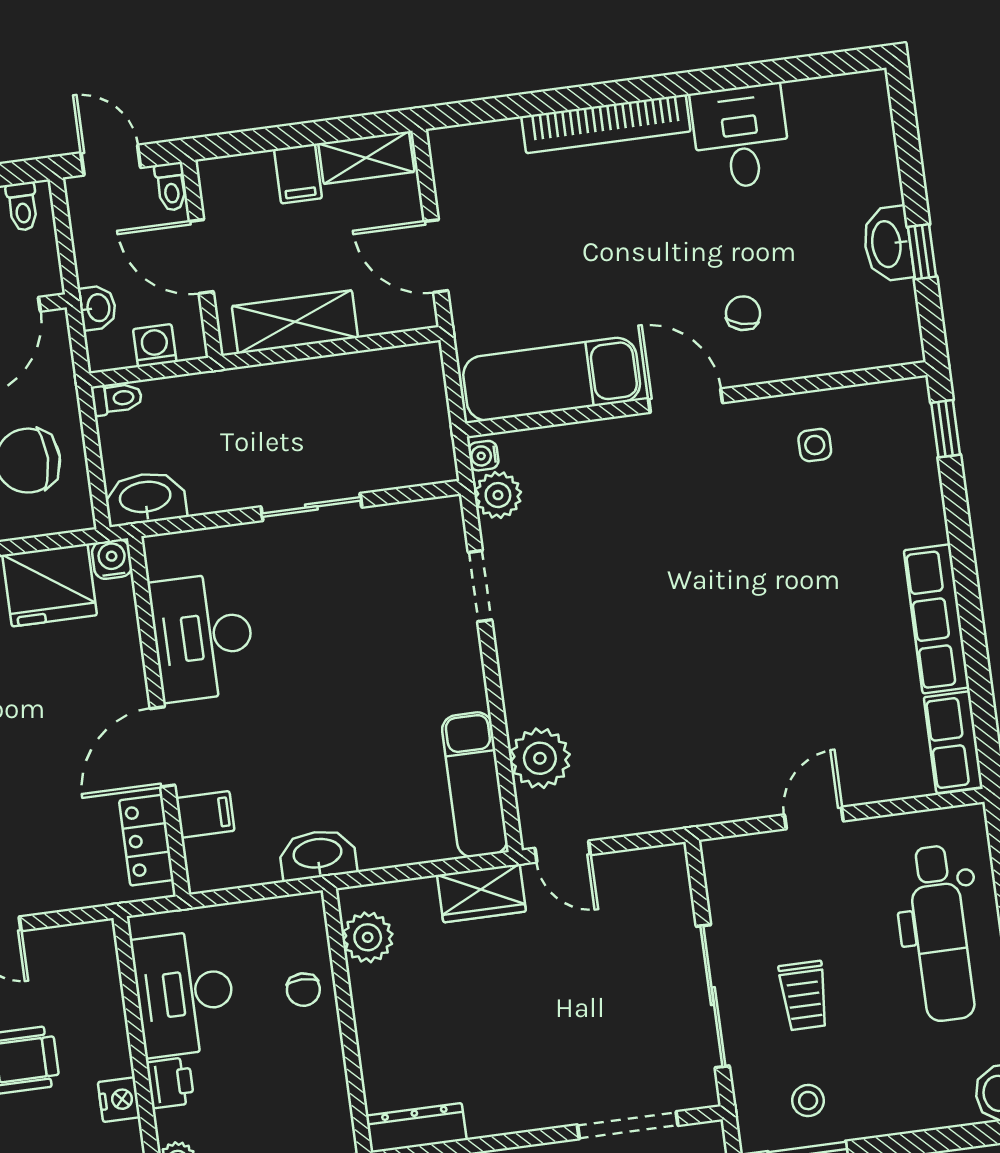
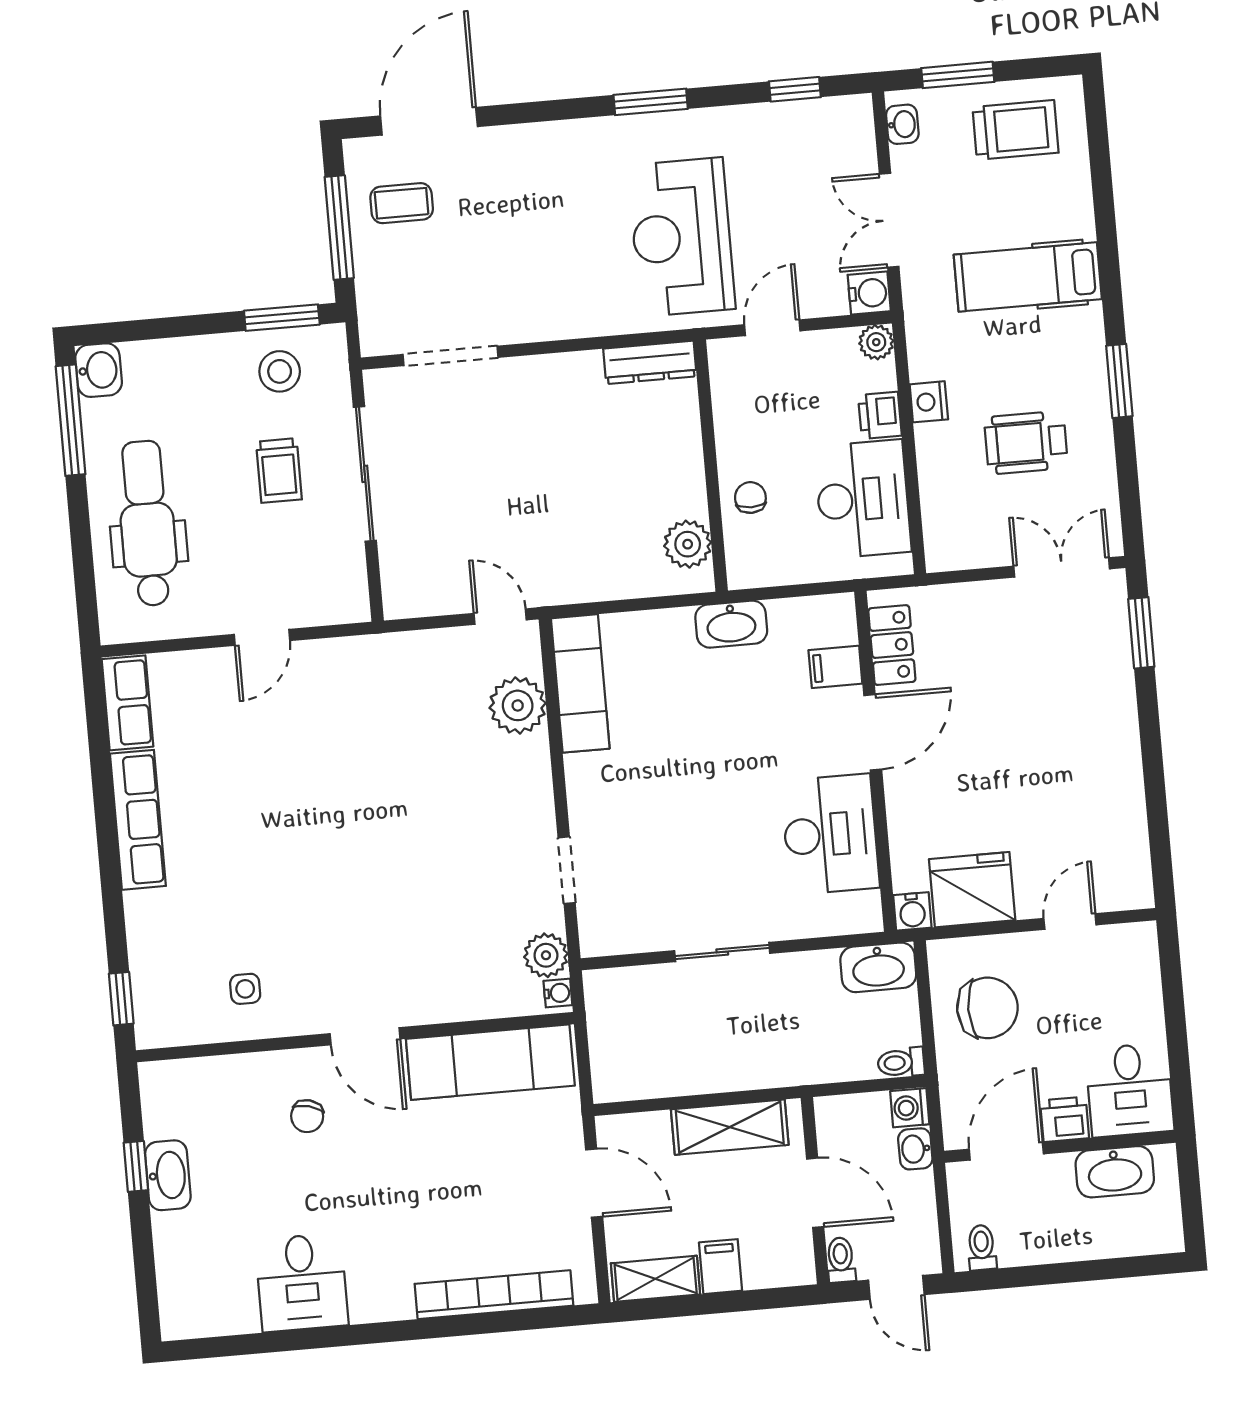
bookcase: (606, 124) -> (494, 1295), moved
washing machine: (155, 346) -> (910, 1108), moved, turned 90
wardrobe: (481, 893) -> (578, 581), removed
trolley: (804, 996) -> (279, 471), turned 180
stool: (808, 1101) -> (280, 371), width x1.37, depth x1.37

